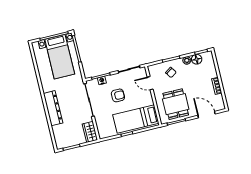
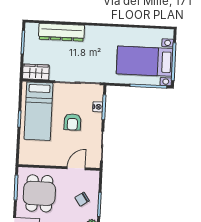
dining table: (176, 104) -> (39, 193), turned 90
dresser: (53, 108) -> (62, 32), moved
bed: (136, 119) -> (39, 111), moved, turned 180

